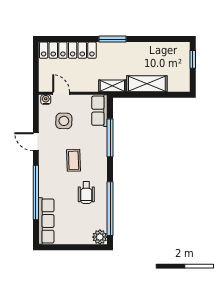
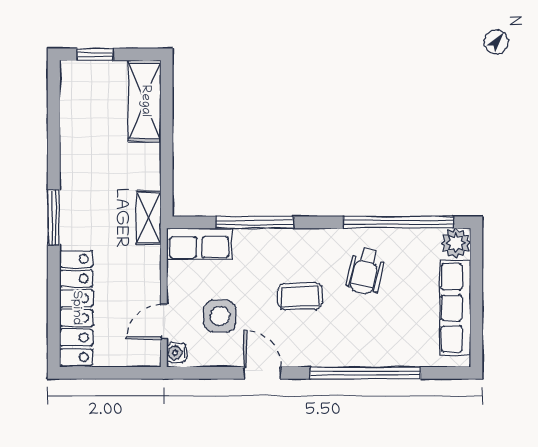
shelving: (147, 84) -> (145, 101), moved
door: (36, 142) -> (262, 373), swing flipped
wheelchair: (86, 193) -> (365, 271), turned 103
row of seats: (46, 221) -> (455, 308), moved, turned -90

